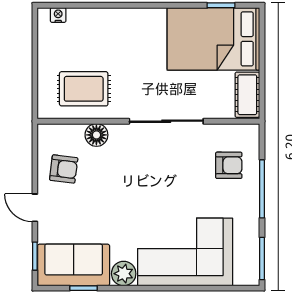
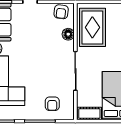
rug: (84, 89) -> (92, 27), width x1.36, depth x1.43
armchair: (64, 169) -> (61, 12), moved

